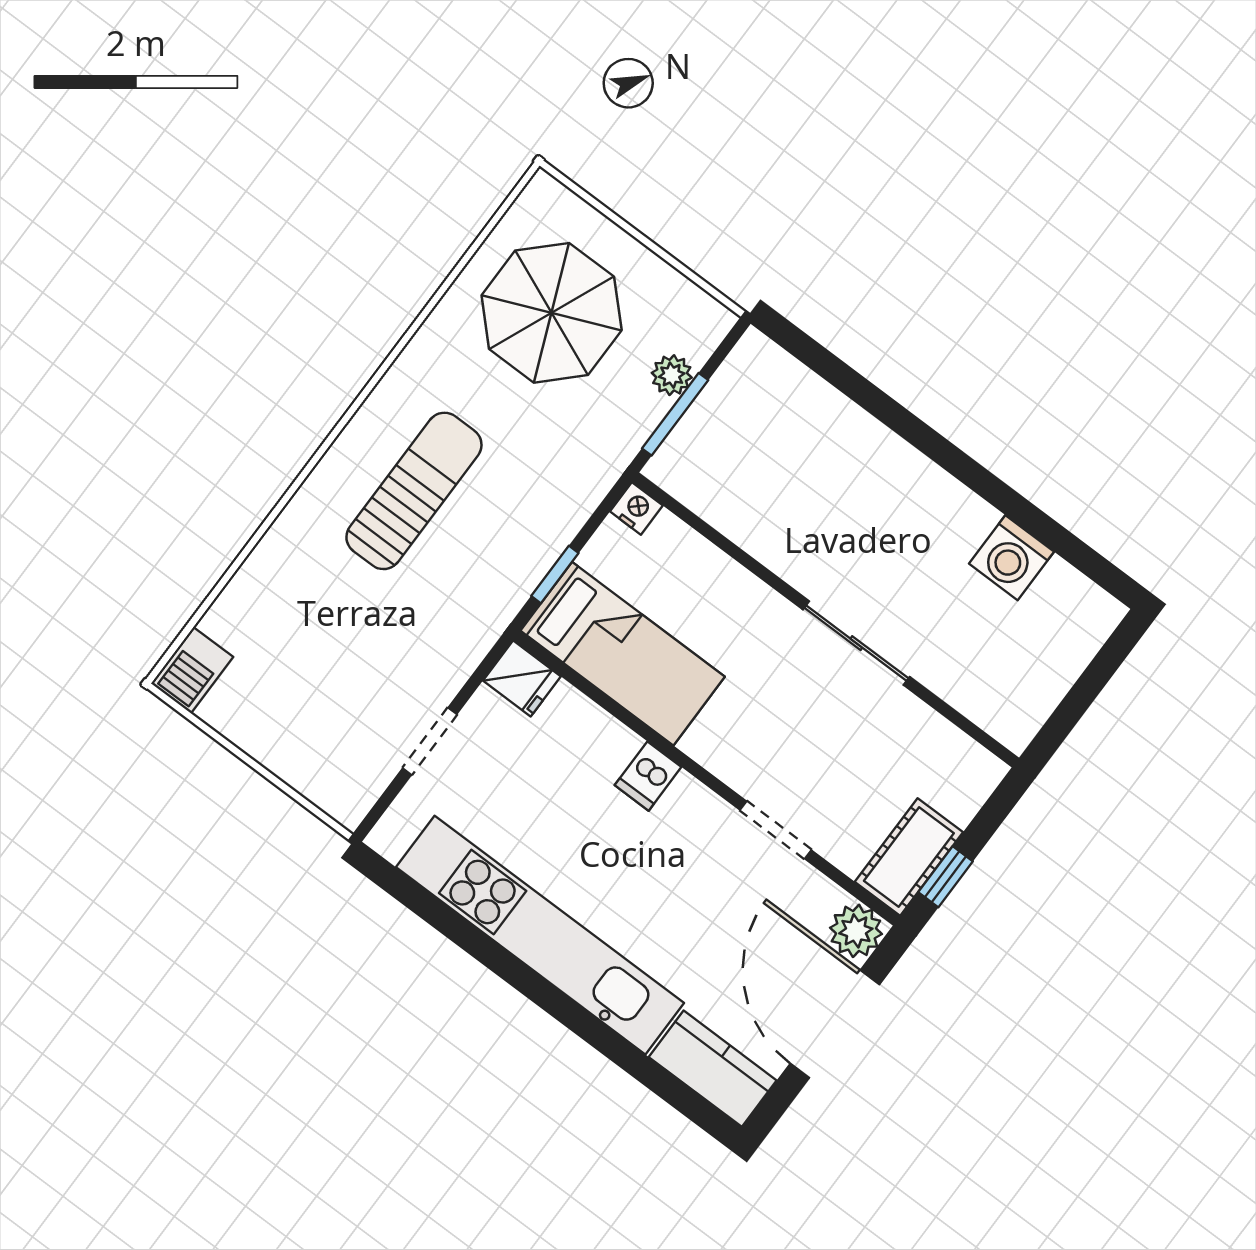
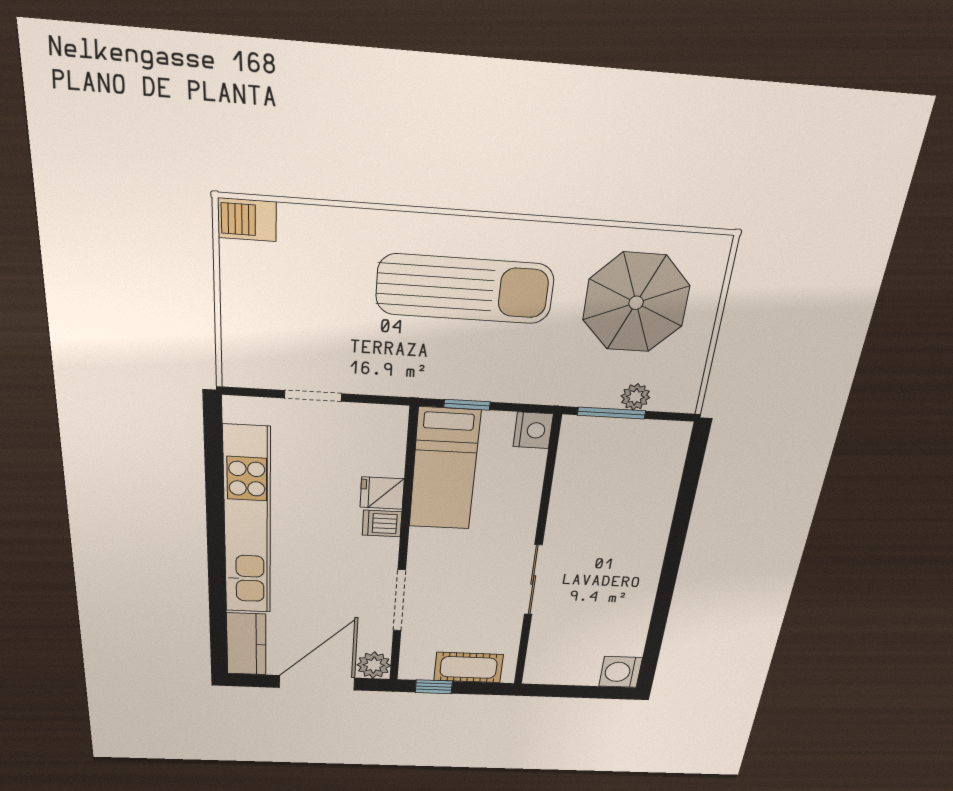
sun lounger: (414, 491) -> (465, 289), width x1.36, depth x1.34
nightstand: (636, 508) -> (533, 430), width x1.39, depth x1.35
washing machine: (1011, 558) -> (621, 672), moved
fridge: (522, 678) -> (382, 493), moved, turned 90
doorway: (776, 830) -> (399, 601), width x1.38
cot: (909, 857) -> (469, 667), moved

